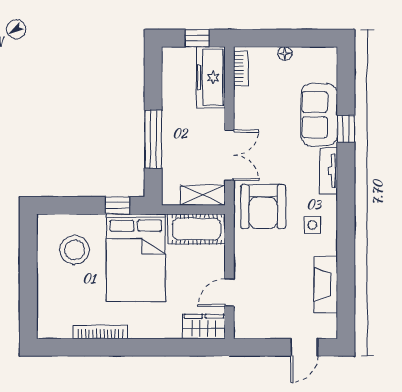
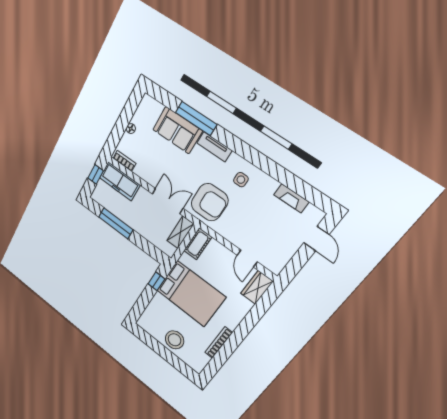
window: (346, 129) -> (196, 118), width x2.17
window: (153, 139) -> (116, 223), moved
cot: (197, 229) -> (198, 244), width x0.73, depth x0.75
stool: (75, 250) -> (174, 340), moved
fireplace: (326, 285) -> (291, 198), width x0.73, depth x0.76

